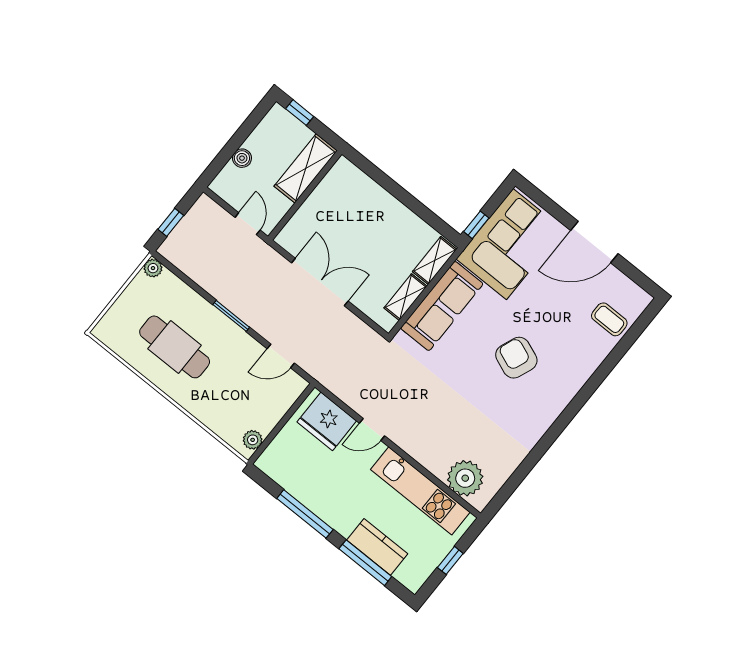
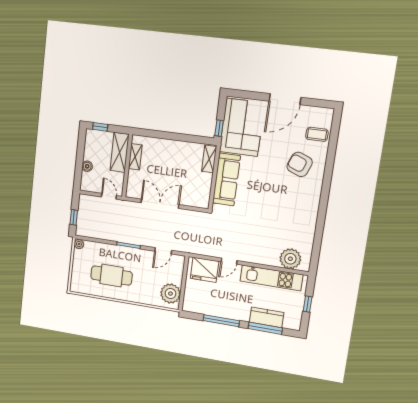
shelving: (405, 297) -> (135, 157), moved
armchair: (516, 358) -> (300, 164), moved
plant: (253, 440) -> (170, 294), width x1.87, depth x1.87

